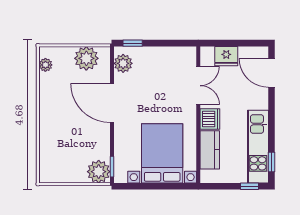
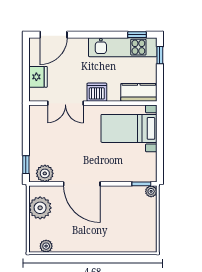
double door: (198, 86) -> (65, 103), swing flipped
door: (112, 103) -> (82, 184), hinge flipped
kitchen counter: (210, 150) -> (139, 92), moved
bed with nightstands: (162, 153) -> (129, 128), width x0.73
plant: (99, 172) -> (151, 191), width x0.53, depth x0.53

